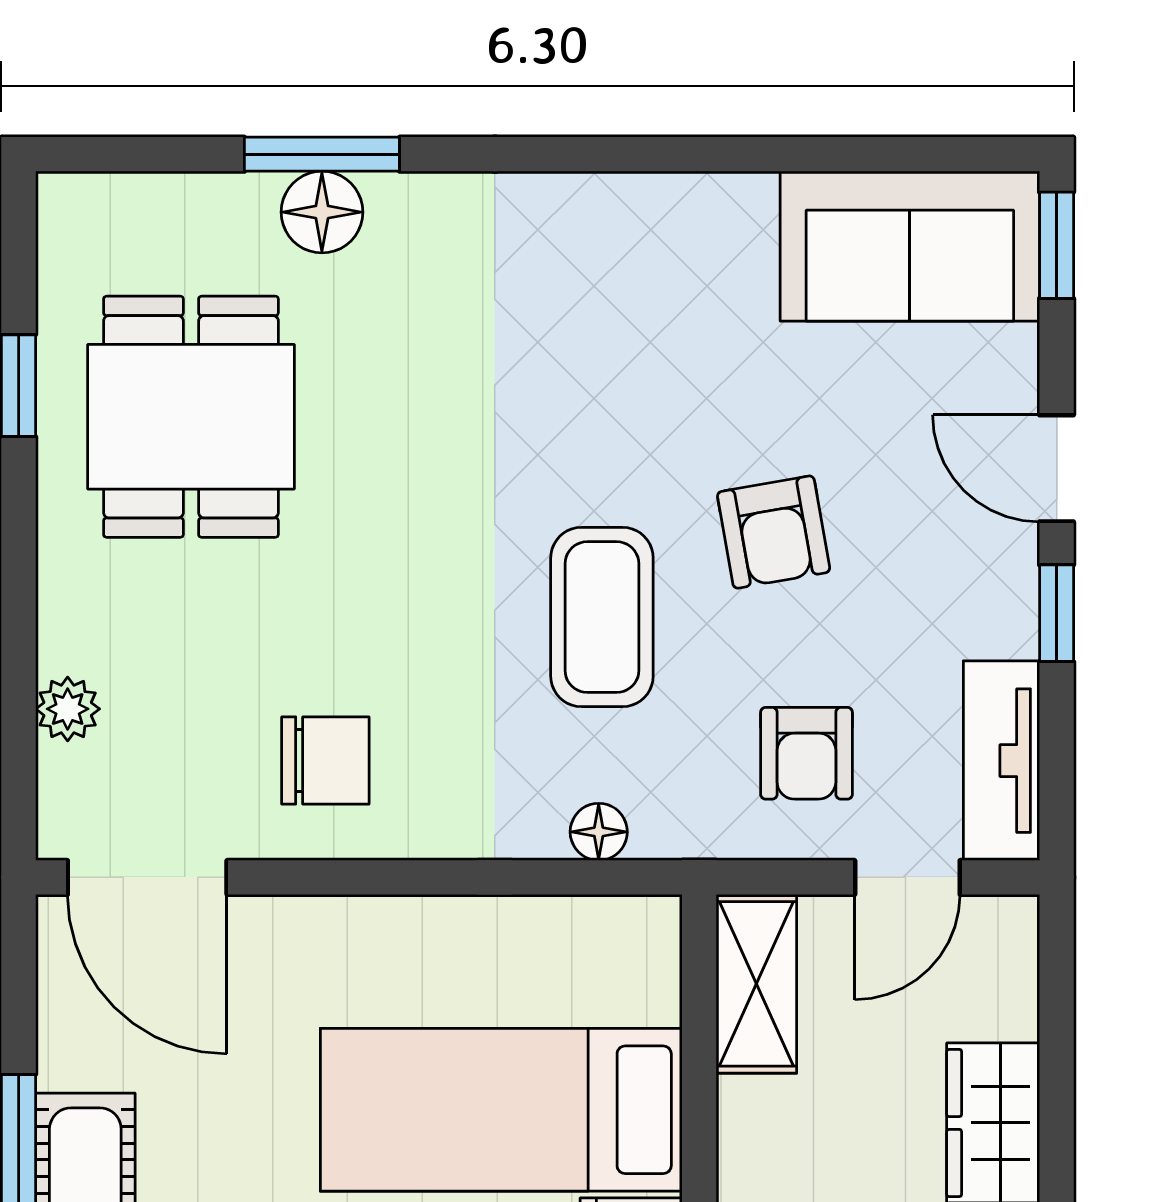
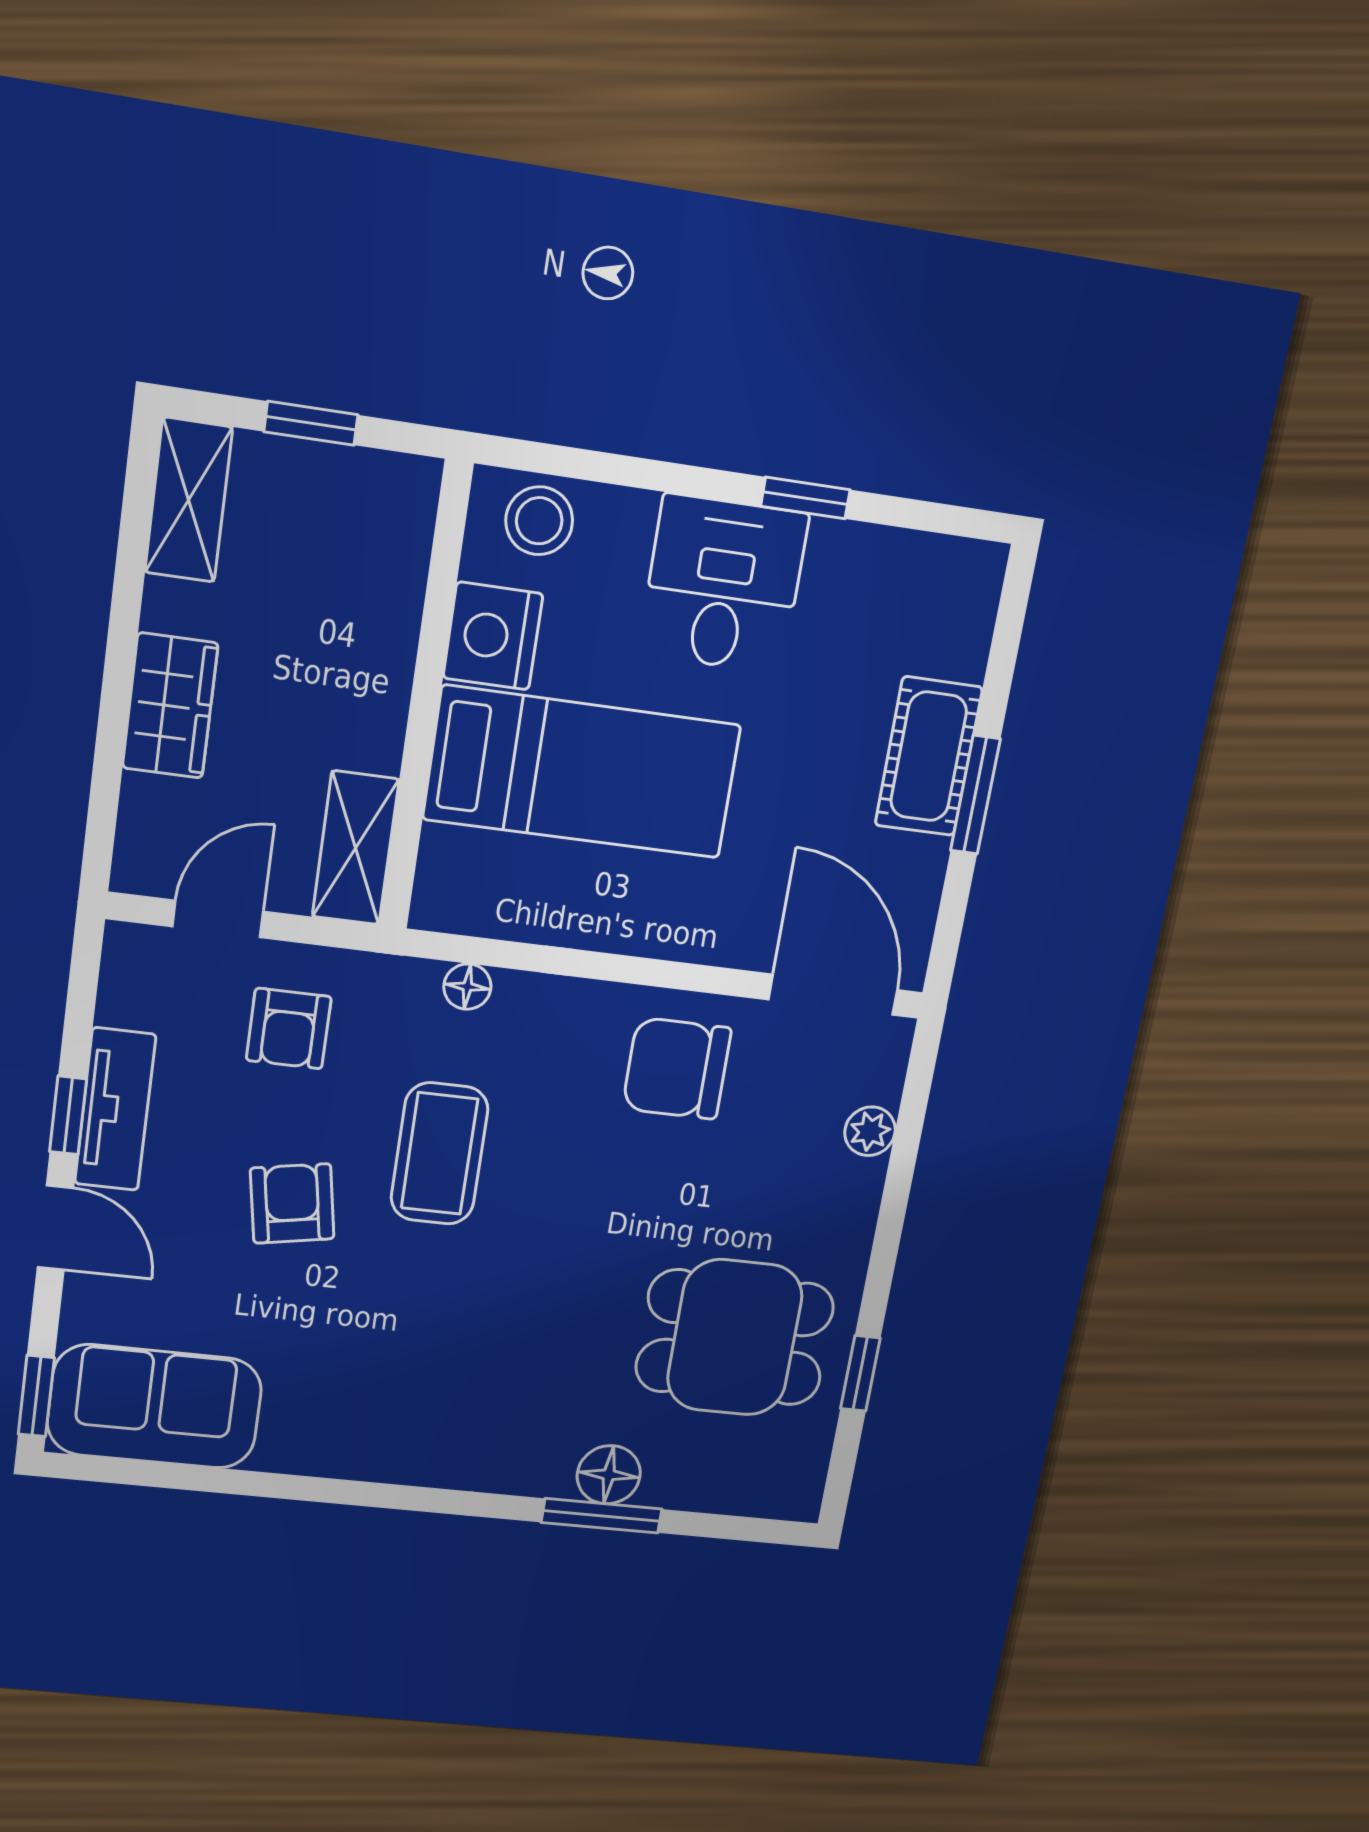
dining table: (191, 417) -> (735, 1338), turned 90
armchair: (806, 753) -> (289, 1029), turned 180
chair: (325, 761) -> (677, 1068), width x1.37, depth x1.37
tv unit: (1001, 761) -> (115, 1109), moved

